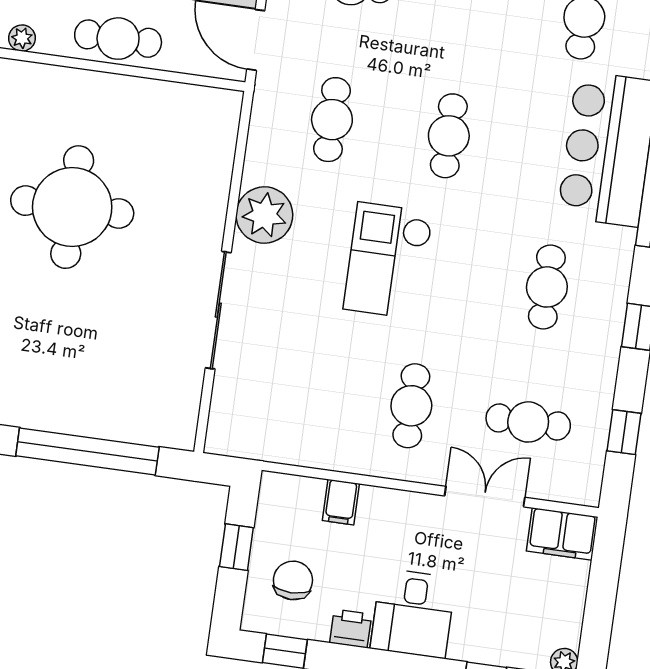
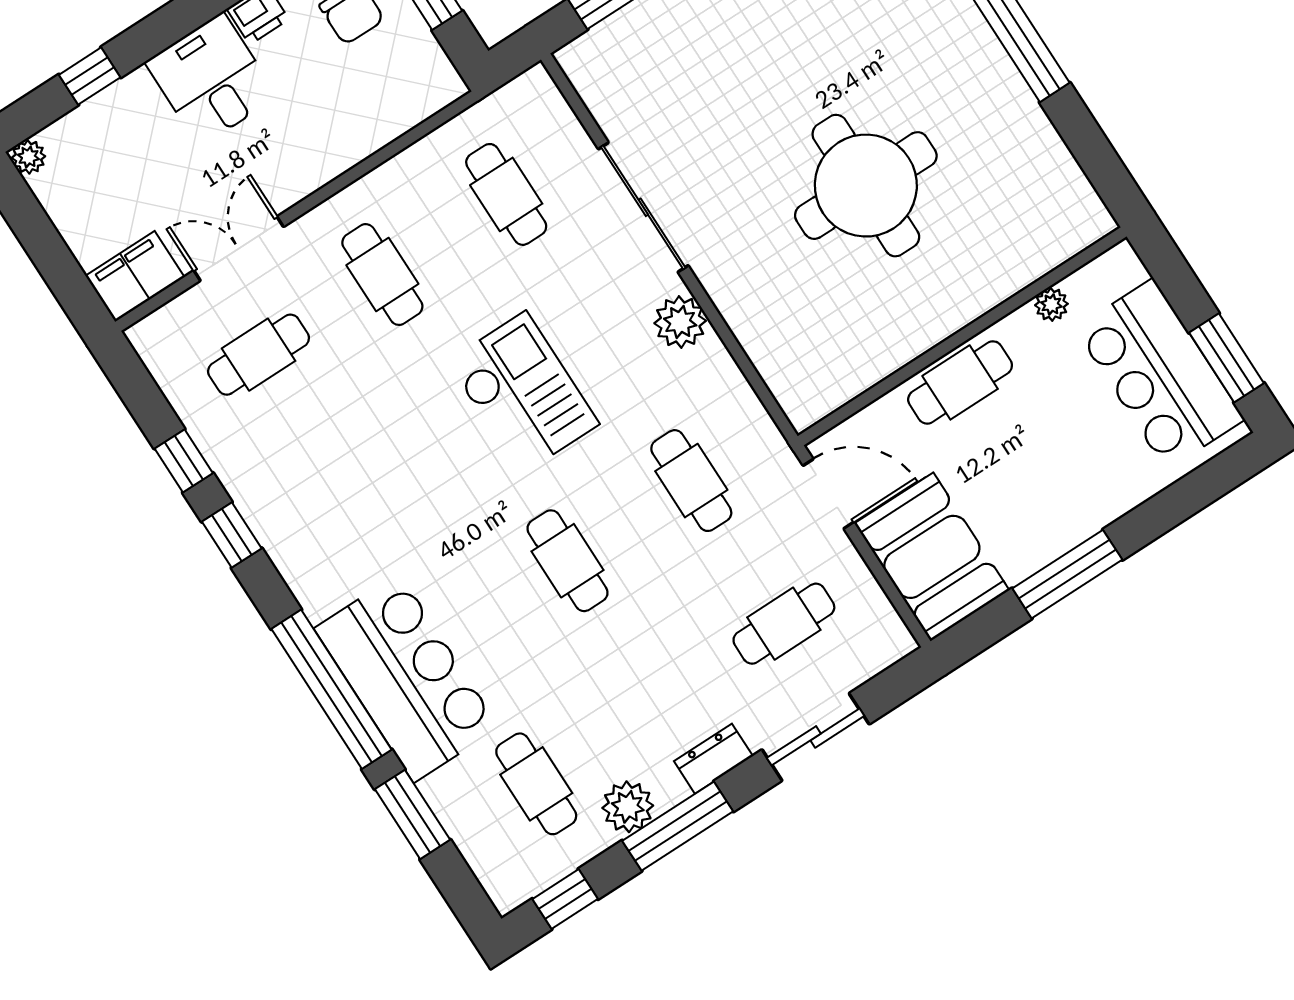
plant: (264, 215) -> (680, 322), width x0.73, depth x0.73
cafe table: (547, 287) -> (506, 194), moved
window: (624, 432) -> (184, 461), moved
double door: (485, 497) -> (239, 249), swing flipped
filing cabinet: (341, 502) -> (370, 126), removed

